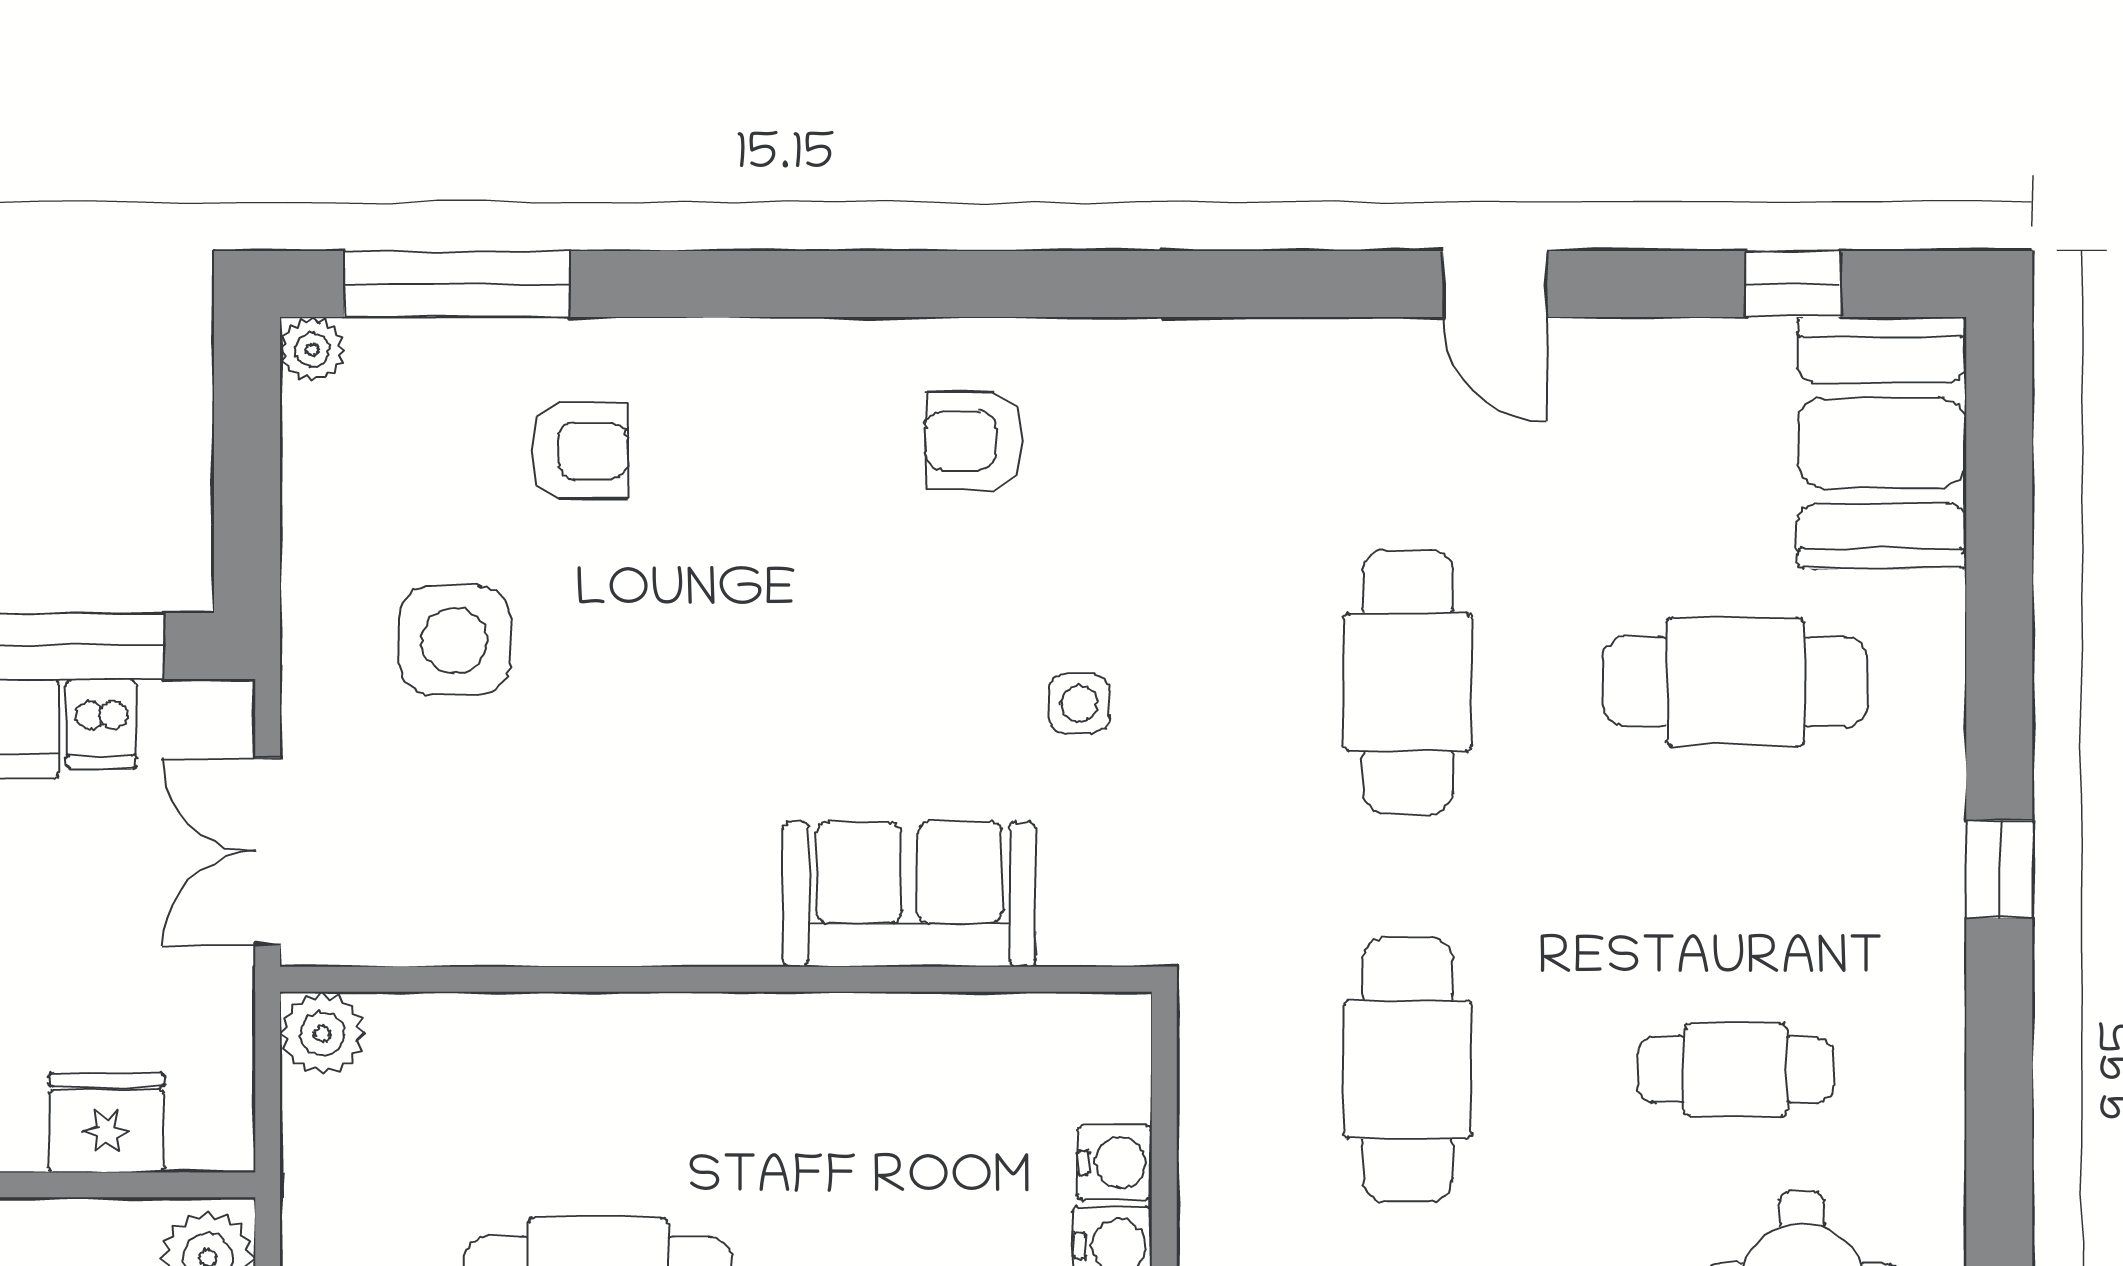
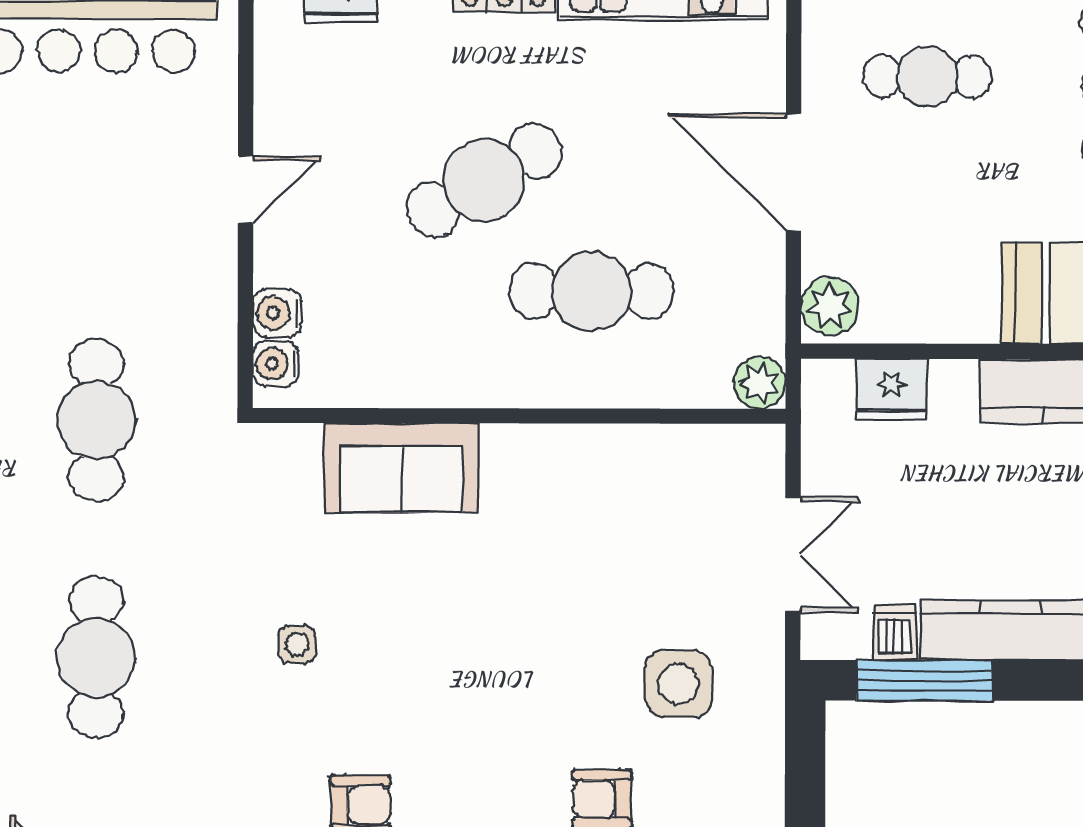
sofa: (909, 894) -> (401, 468), moved
wall: (716, 979) -> (519, 416), moved
plant: (322, 1034) -> (760, 383), moved

